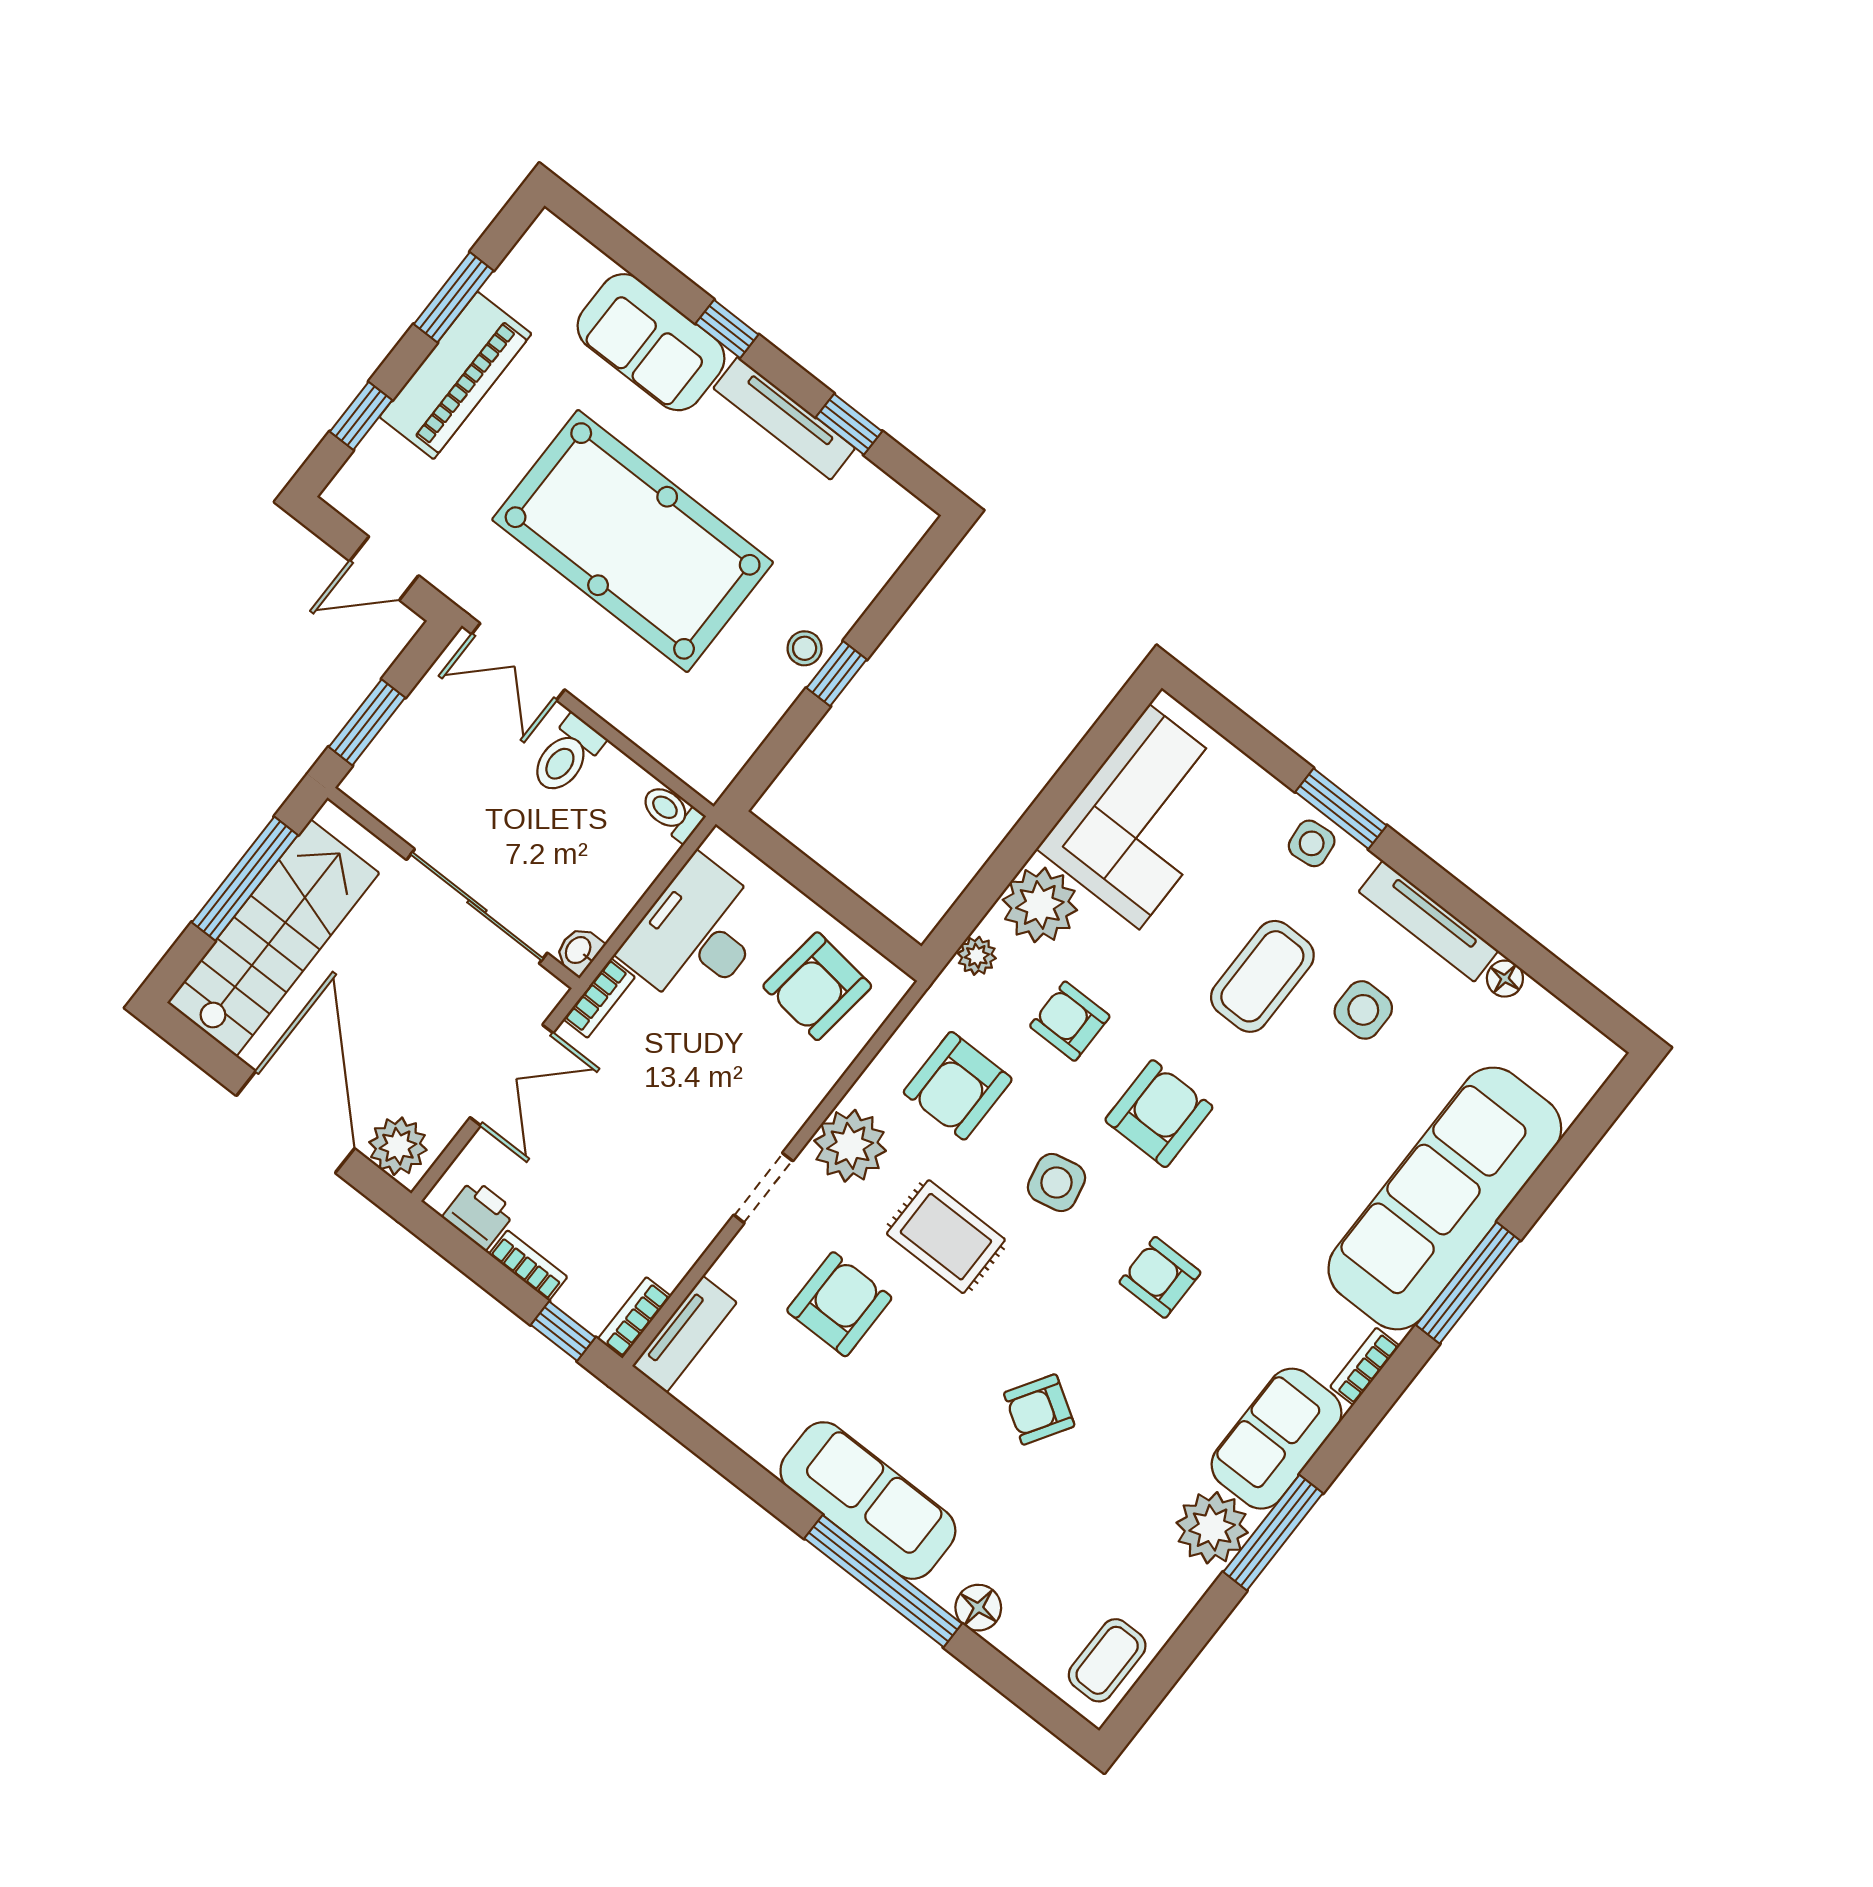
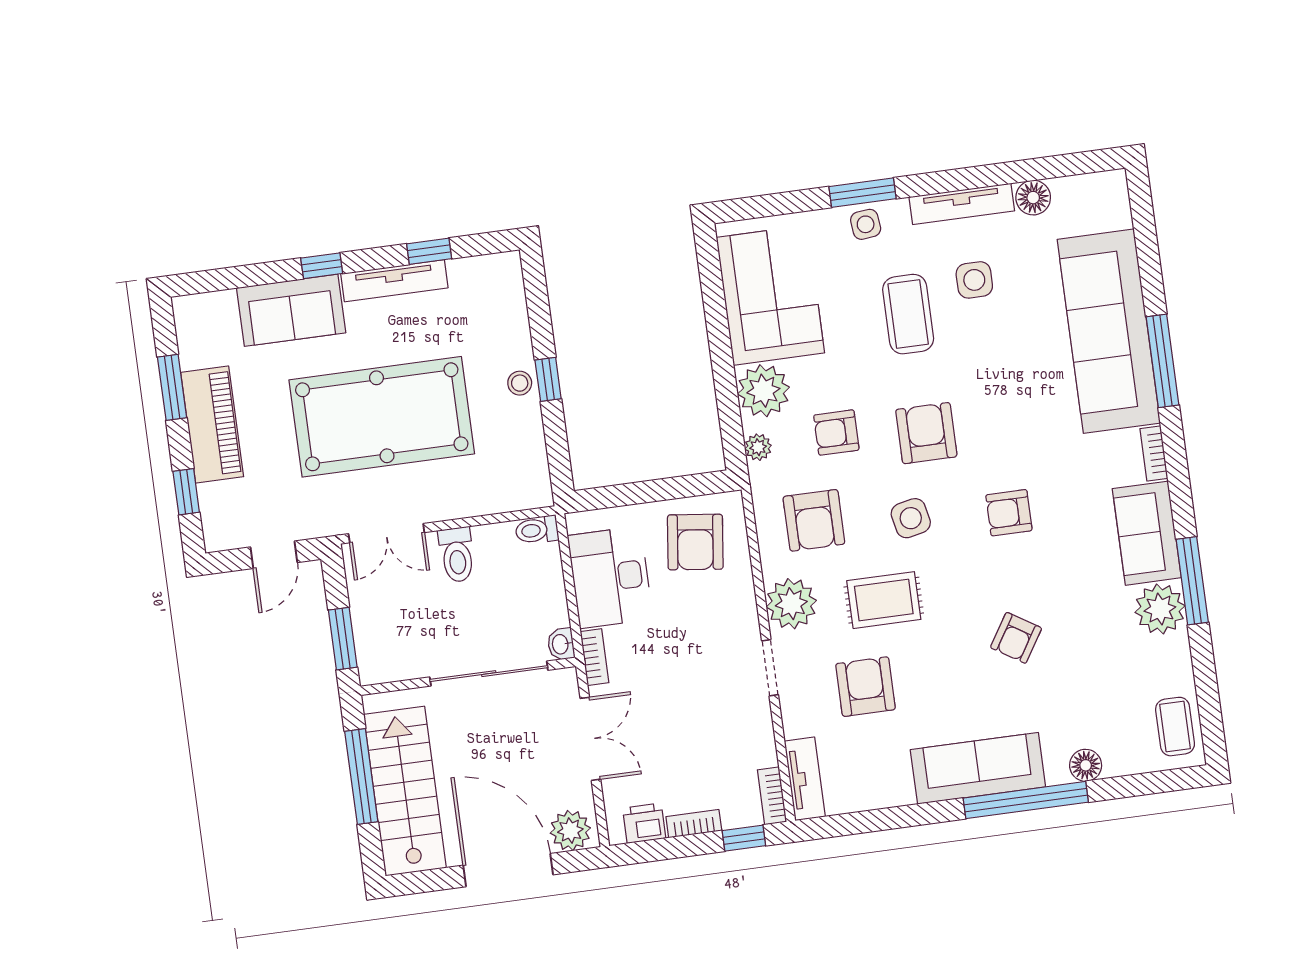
floor lamp: (1505, 979) -> (1033, 198), width x1.37, depth x1.37

